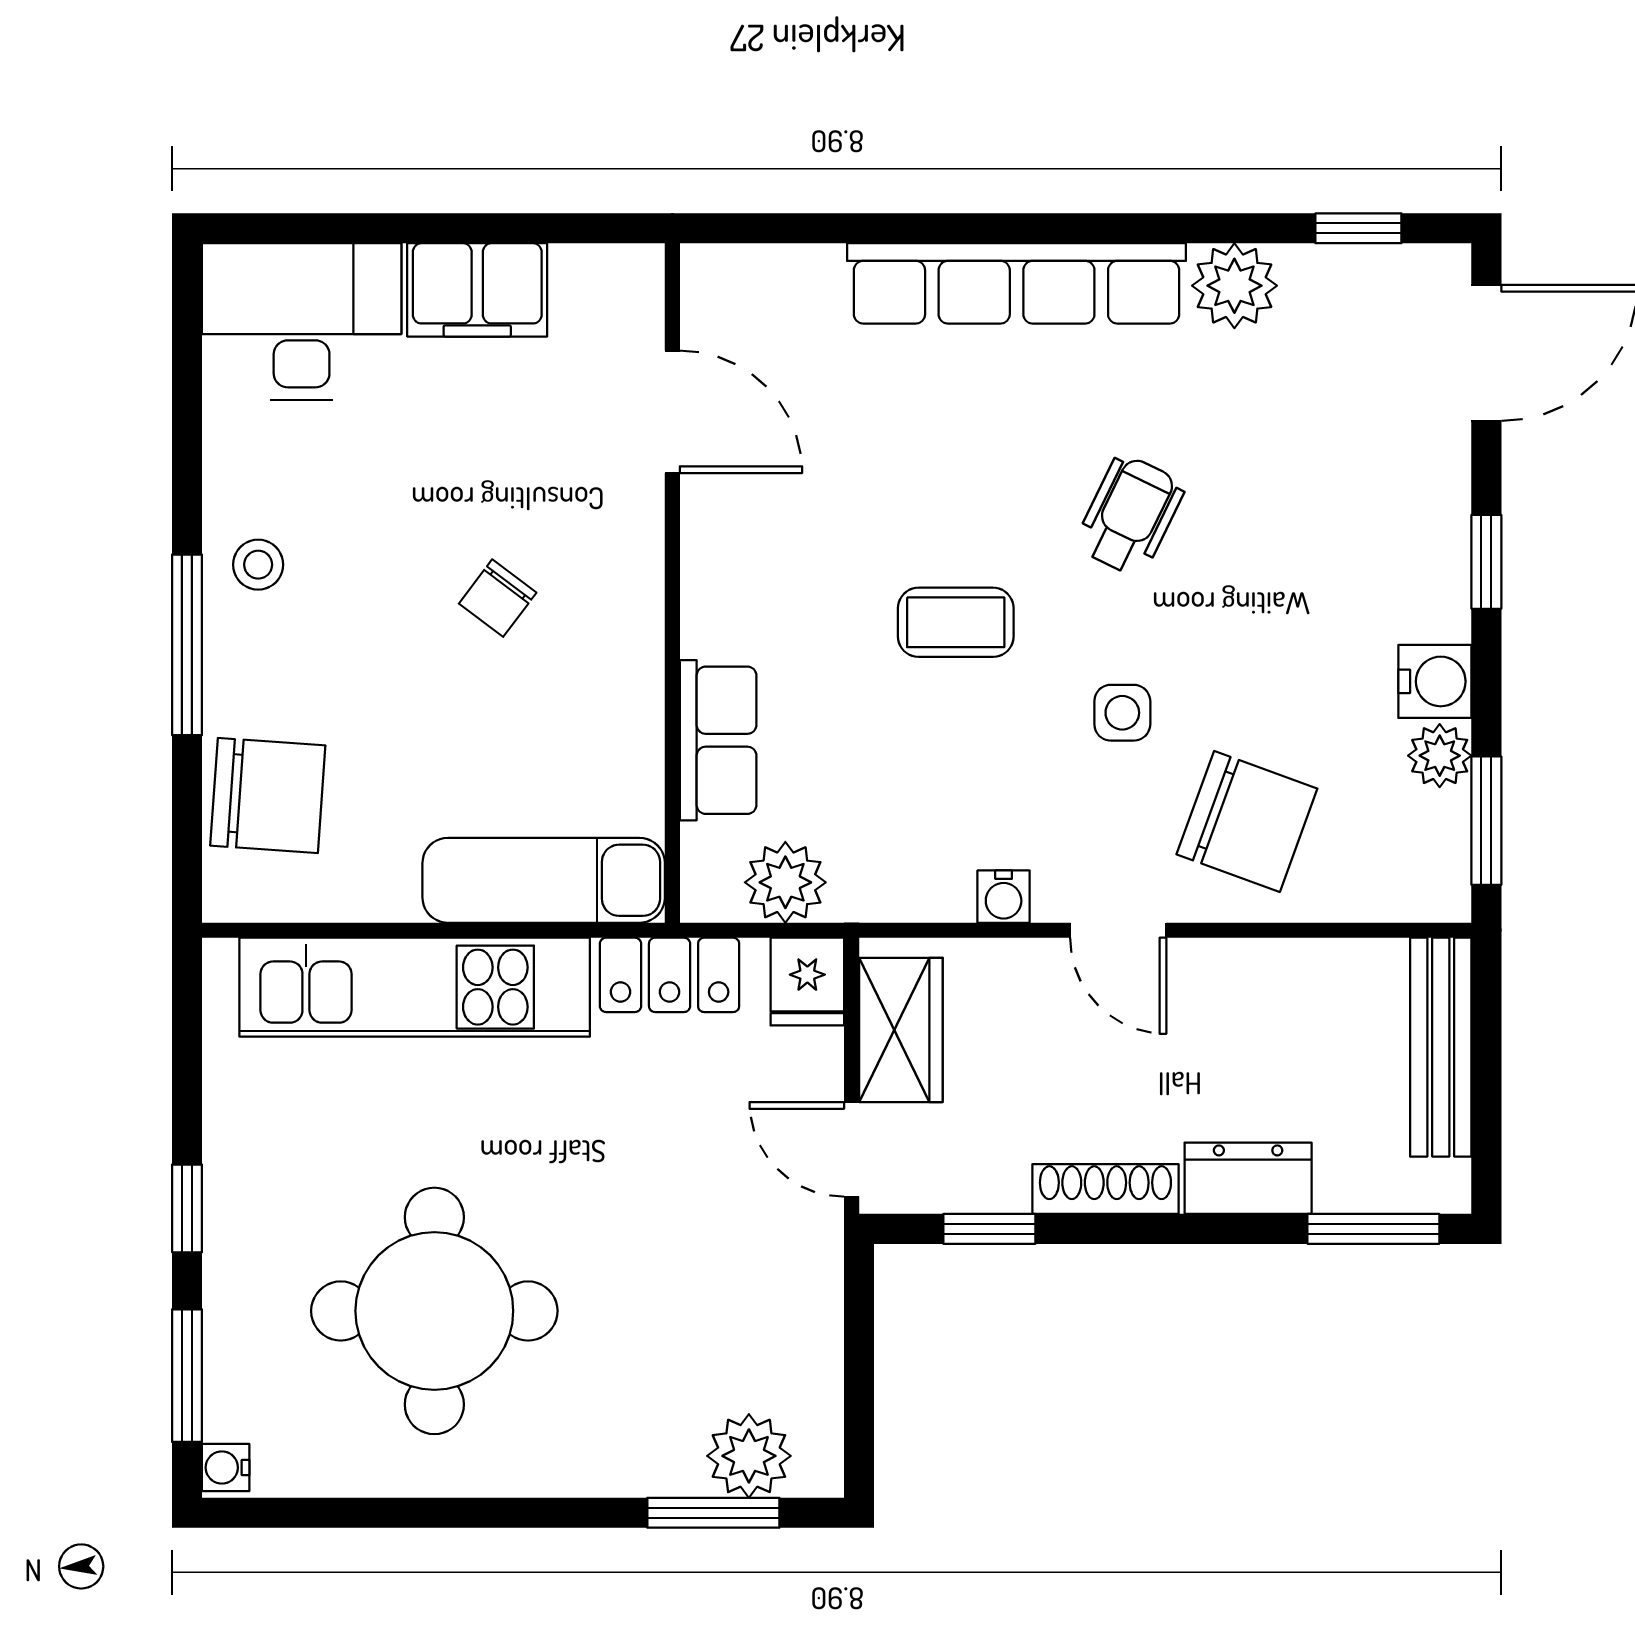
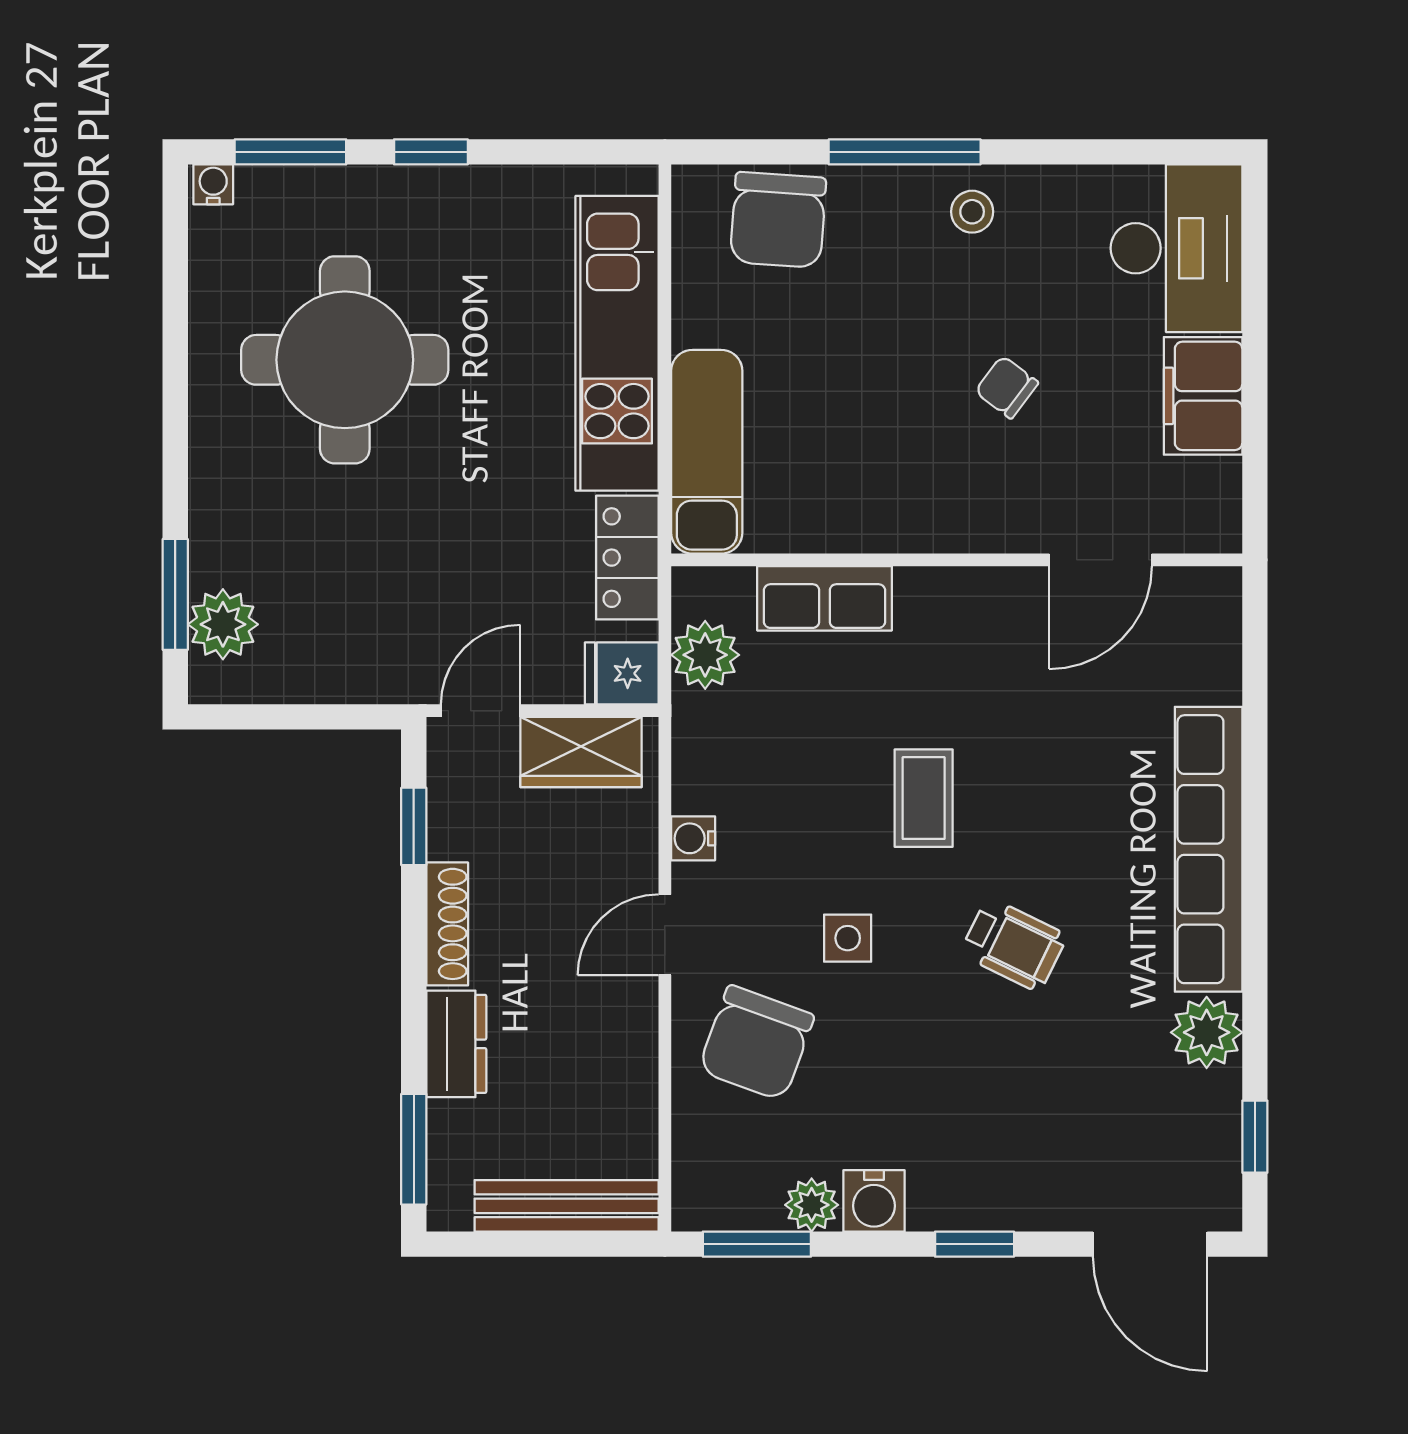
chair: (498, 598) -> (1007, 387), moved

